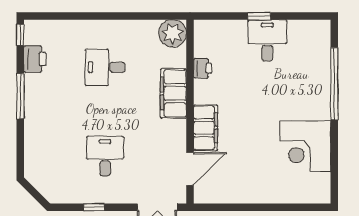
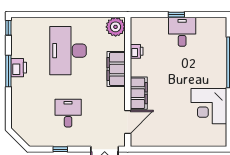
printer: (35, 59) -> (19, 68), moved
desk: (105, 67) -> (68, 51), width x1.87, depth x1.30

